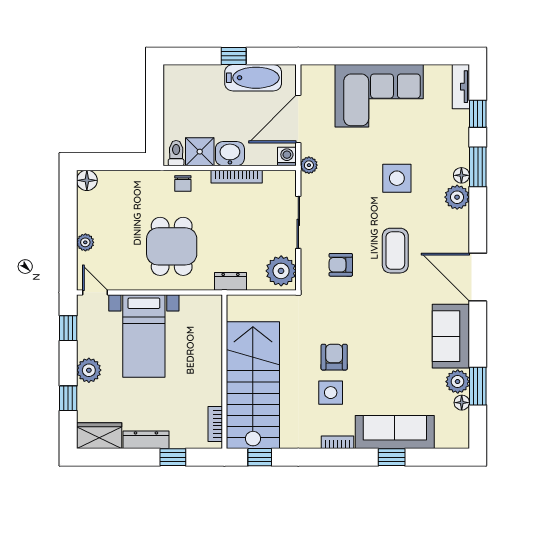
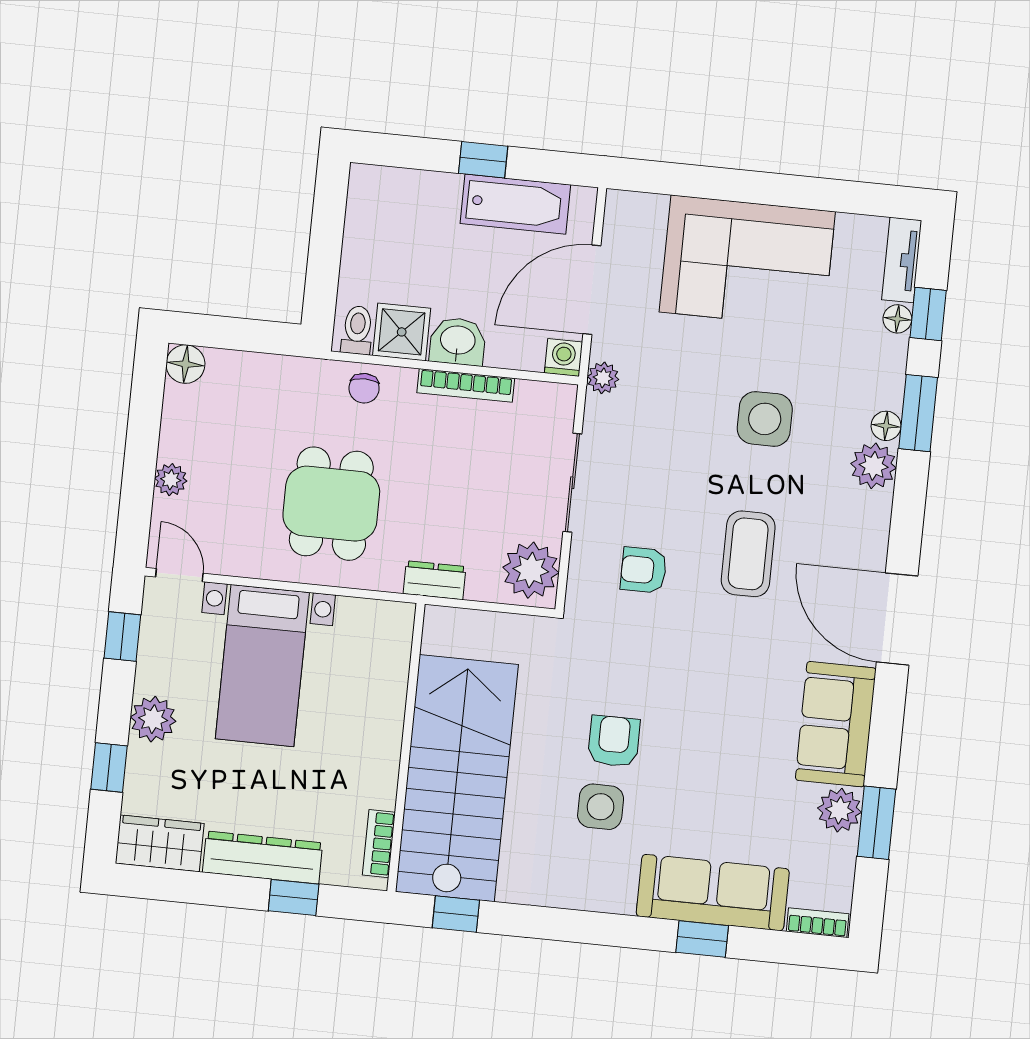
floor lamp: (462, 403) -> (897, 319), moved
dresser: (146, 440) -> (263, 857), width x1.37, depth x1.24
bookcase: (338, 442) -> (818, 923), moved

